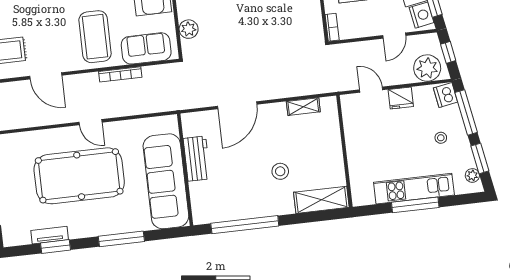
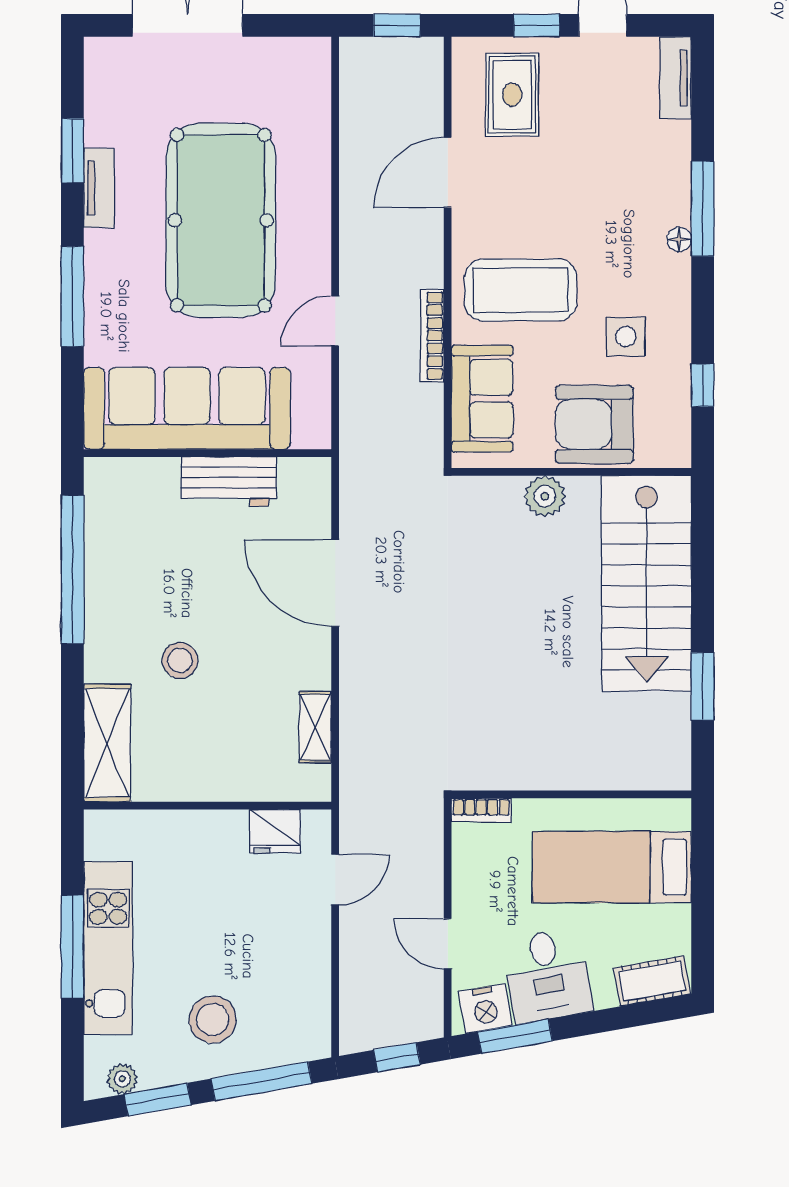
plant: (189, 29) -> (545, 496), moved
plant: (427, 68) -> (368, 1007), removed
dishwasher: (446, 95) -> (305, 1041), removed
fridge: (401, 98) -> (275, 831), moved, turned -90
door: (91, 122) -> (335, 321), moved
stool: (441, 138) -> (213, 1020), width x1.89, depth x1.89
tv unit: (50, 235) -> (99, 188), moved

